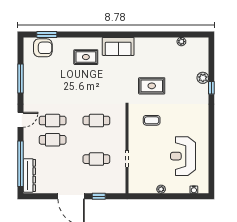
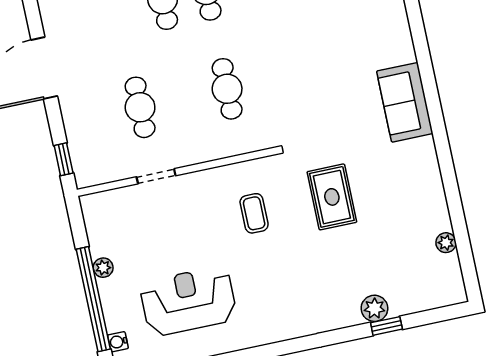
rug: (86, 57) -> (365, 35), removed
window: (211, 88) -> (386, 326), moved
window: (99, 196) -> (64, 159), moved
window: (174, 196) -> (93, 299), added

